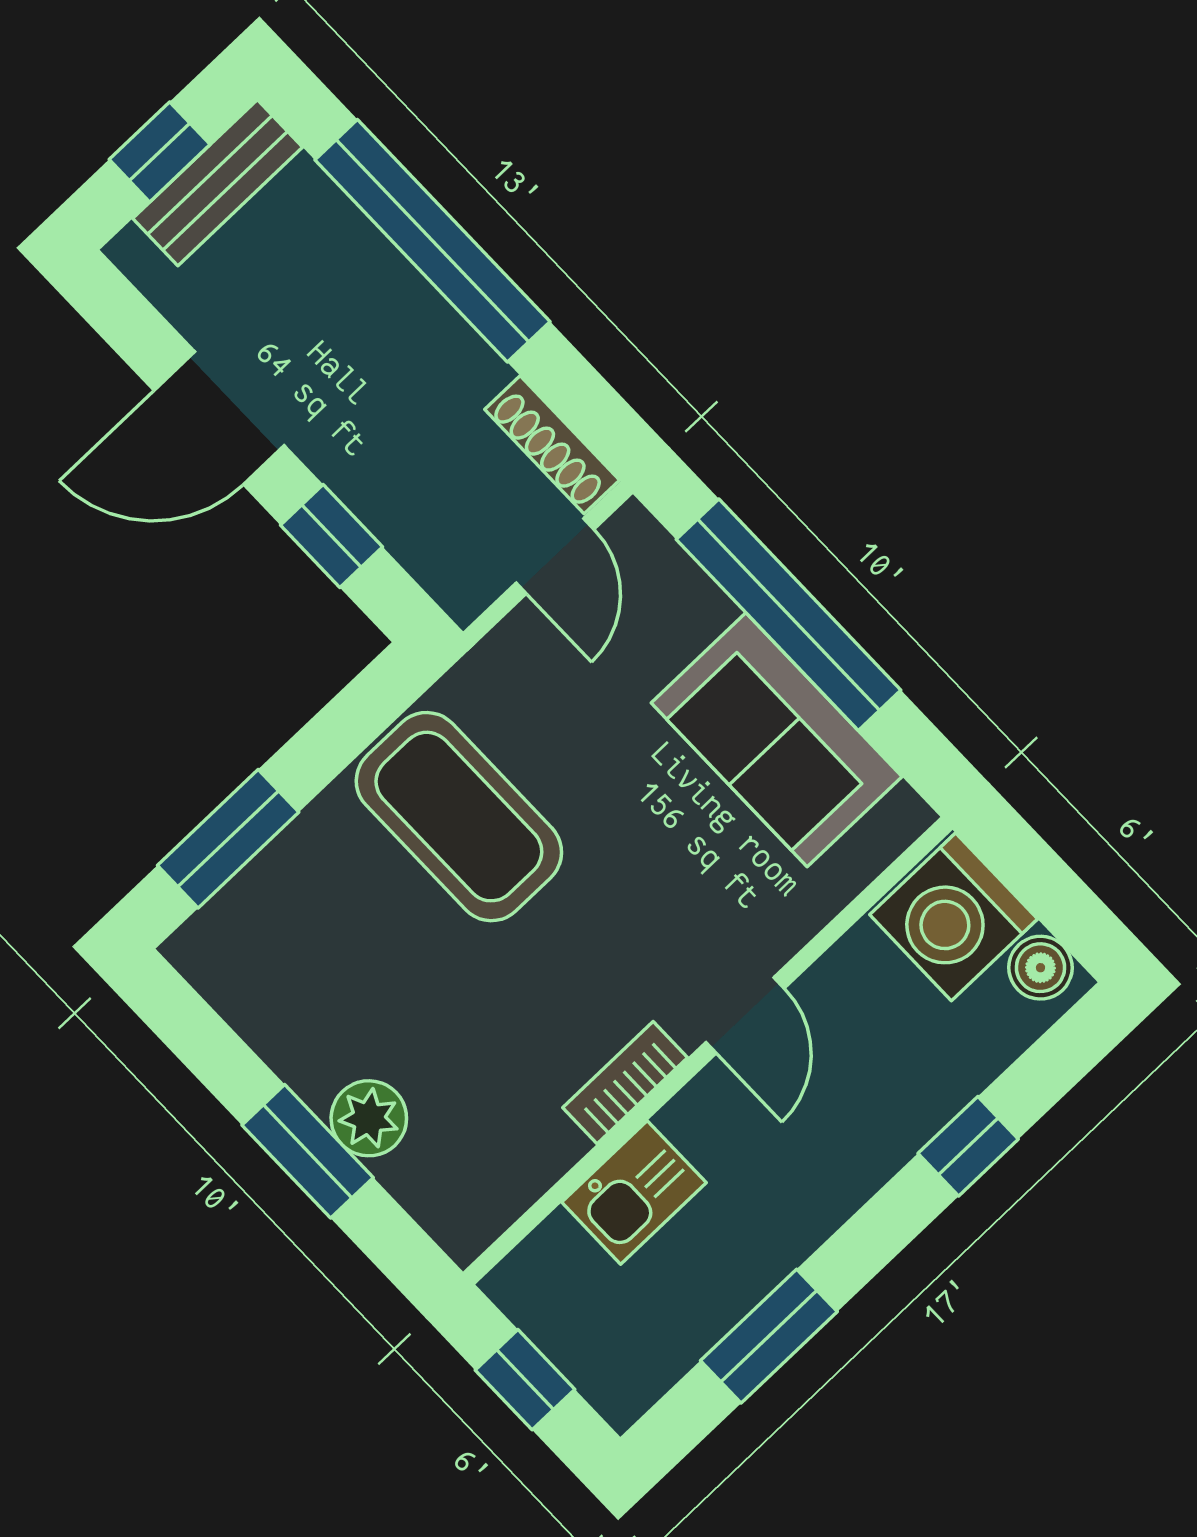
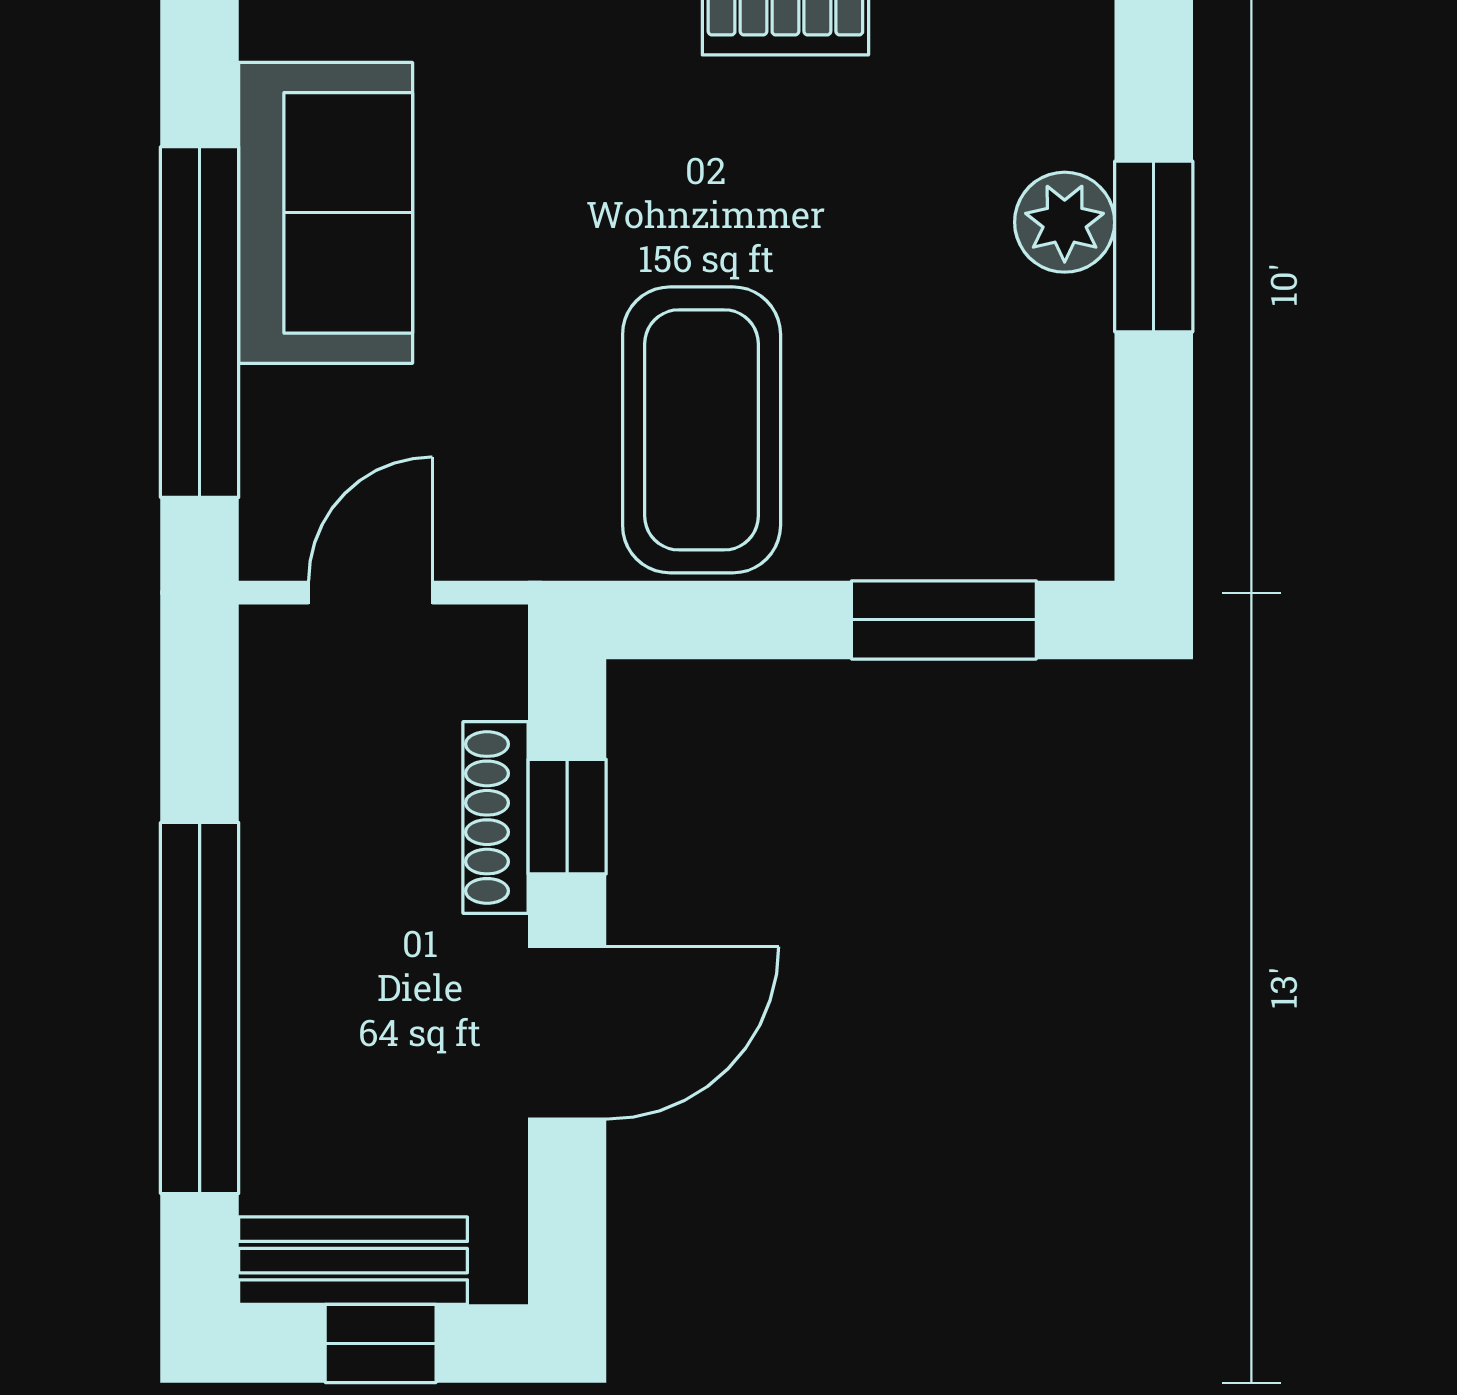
door: (219, 418) -> (567, 1033), hinge flipped
shoe rack: (552, 445) -> (495, 817), moved, turned 180

